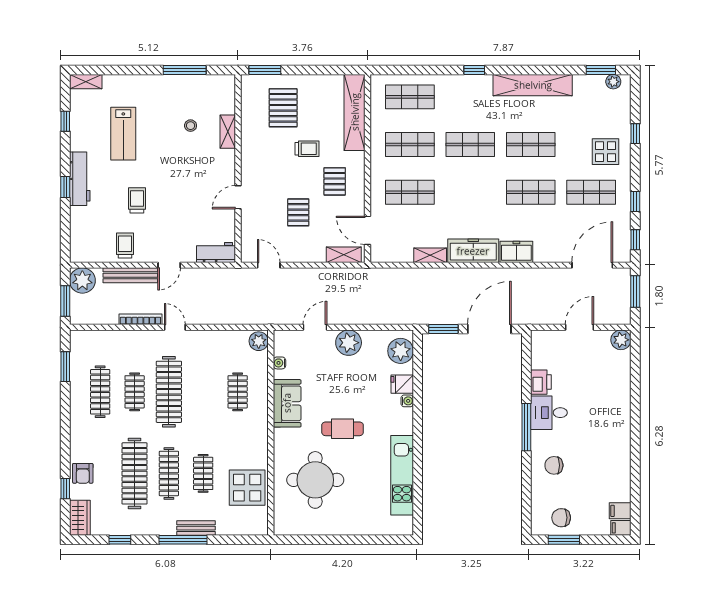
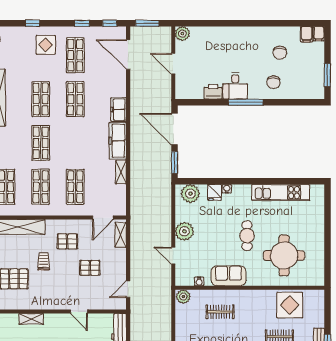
chair: (561, 518) -> (280, 53), moved

